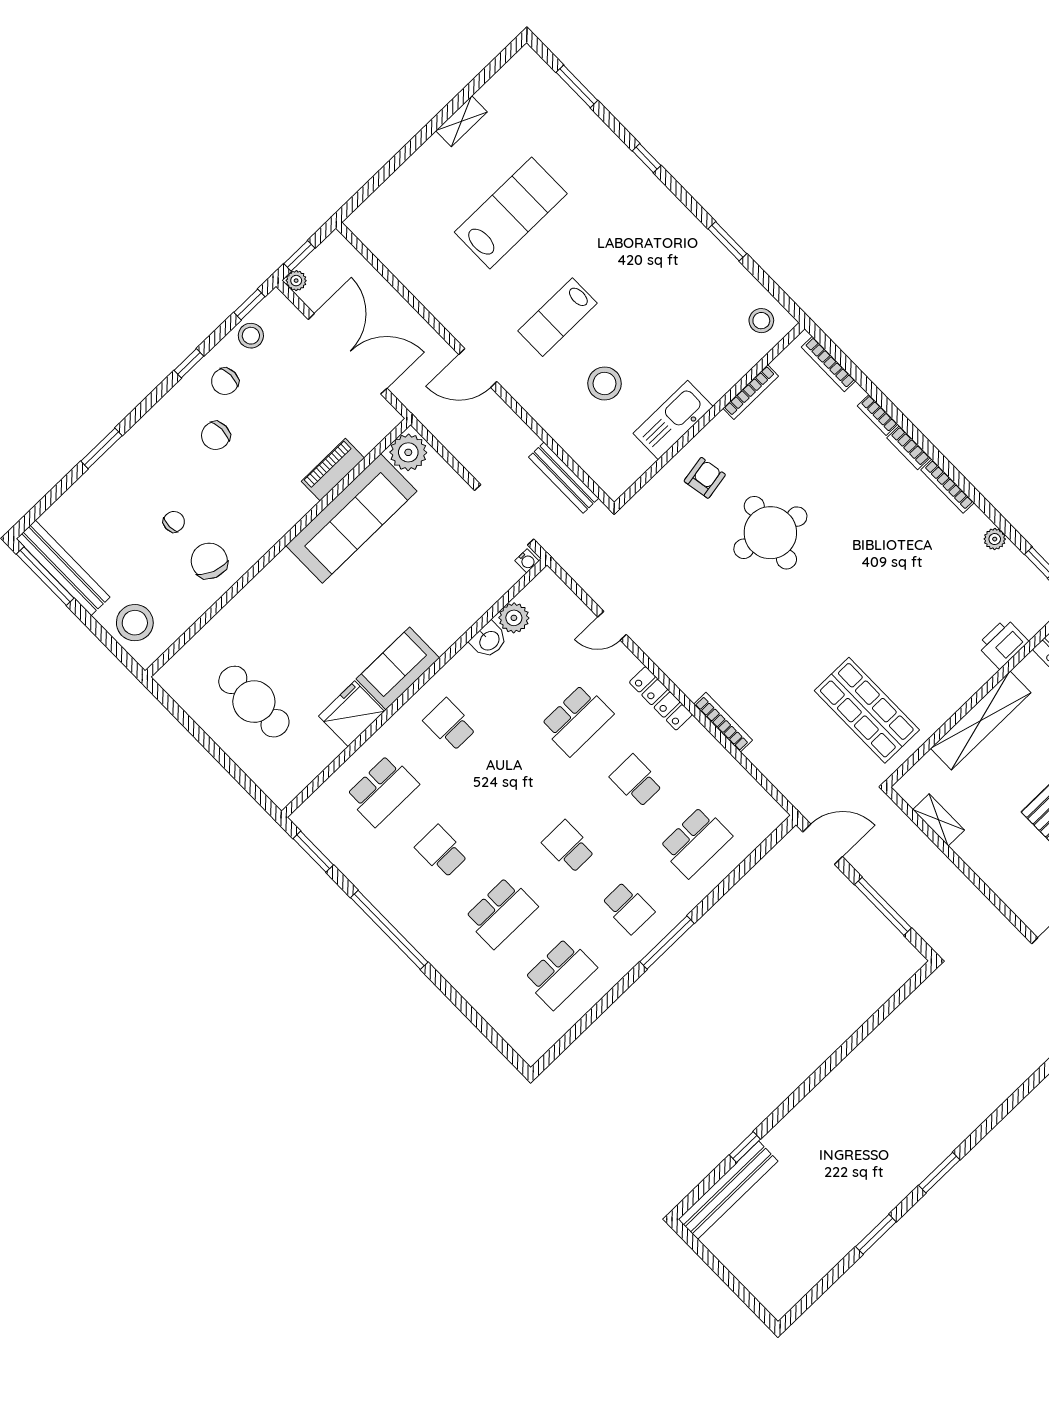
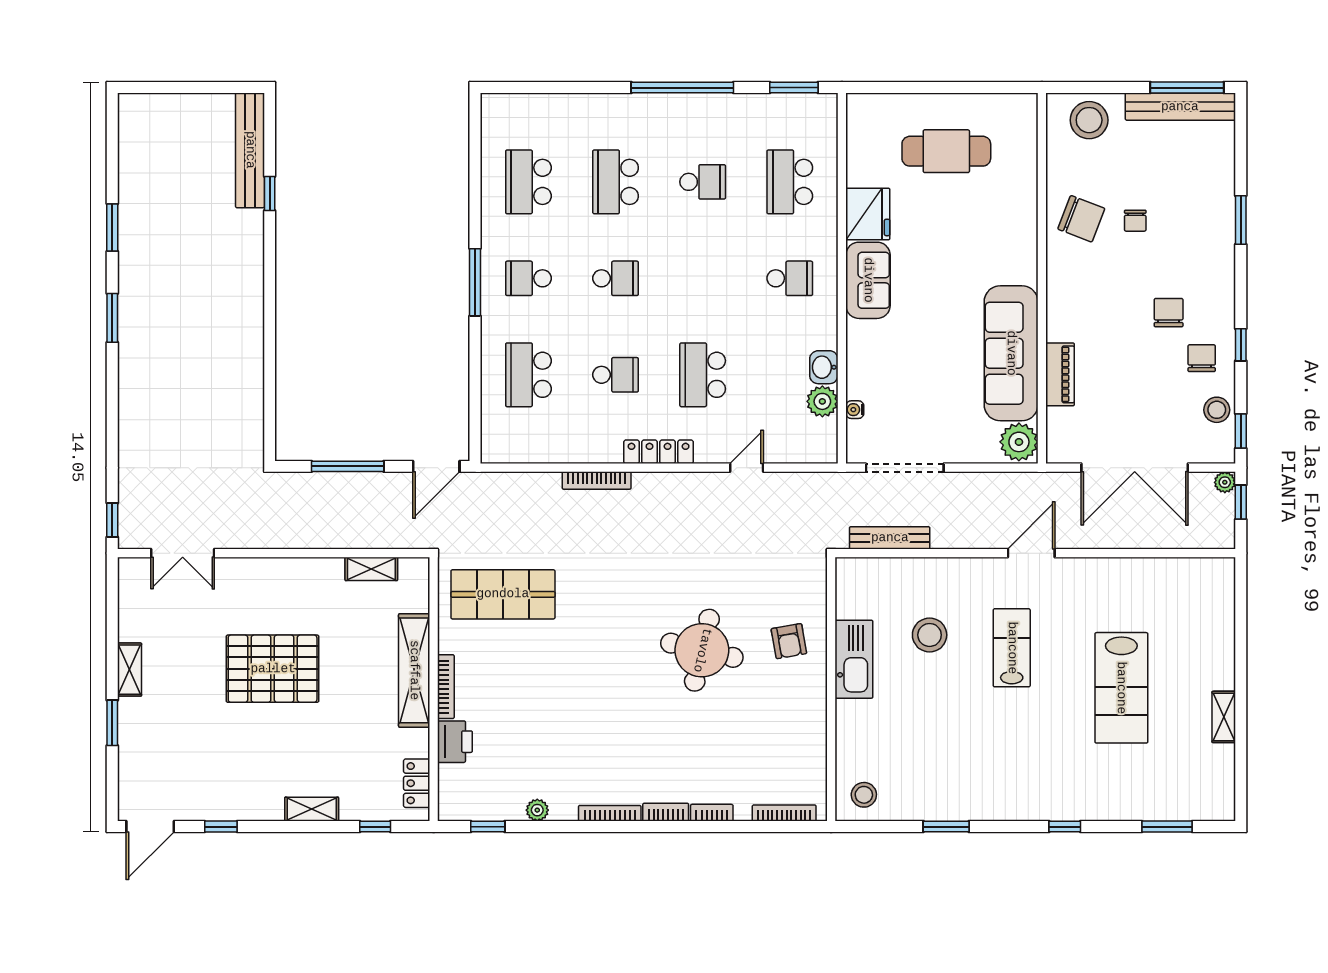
bookcase: (751, 392) -> (446, 687), moved, turned 180
water cooler: (527, 561) -> (855, 410), moved

